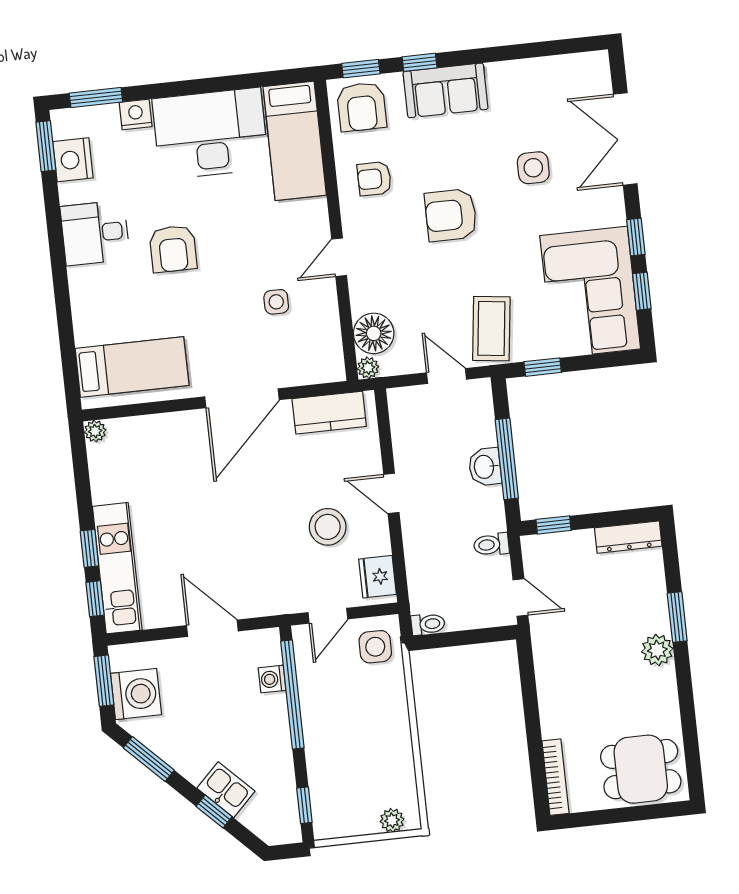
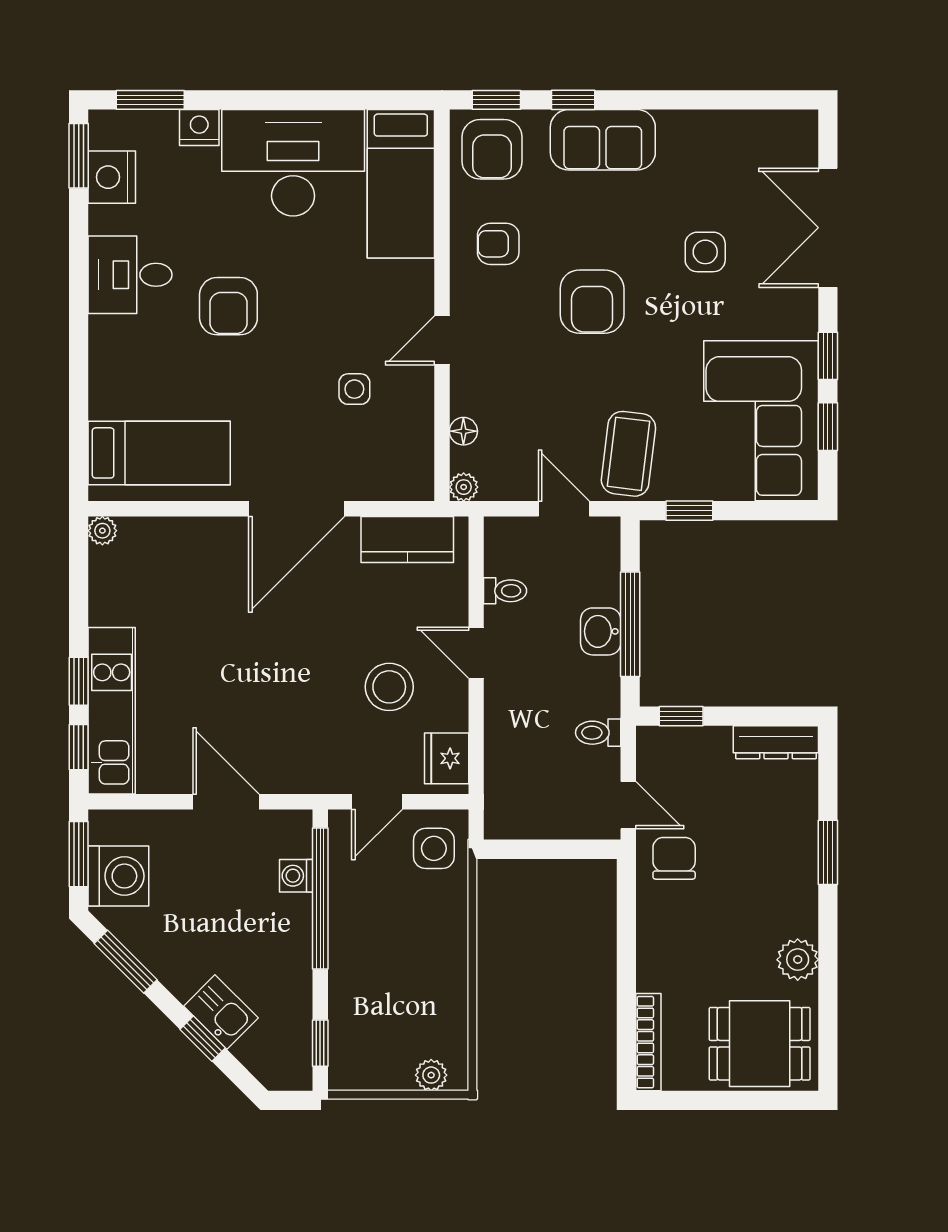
armchair: (451, 215) -> (592, 302), turned -90
floor lamp: (374, 333) -> (463, 431), width x0.53, depth x0.53
toilet: (428, 624) -> (505, 591), moved
chair: (560, 634) -> (674, 858), added
plant: (657, 650) -> (798, 960), moved

